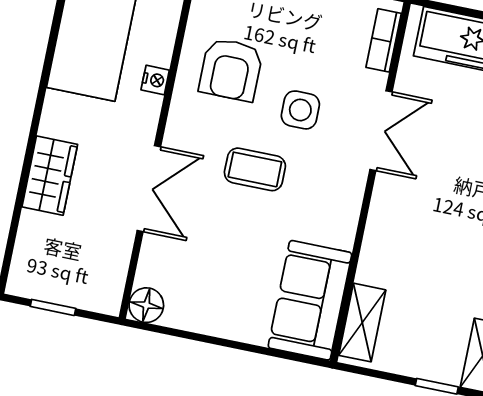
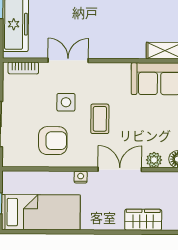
nightstand: (155, 80) -> (81, 177), moved
wardrobe: (50, 176) -> (143, 220), moved
plant: (154, 259) -> (154, 160), added

